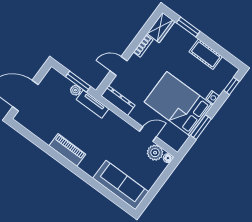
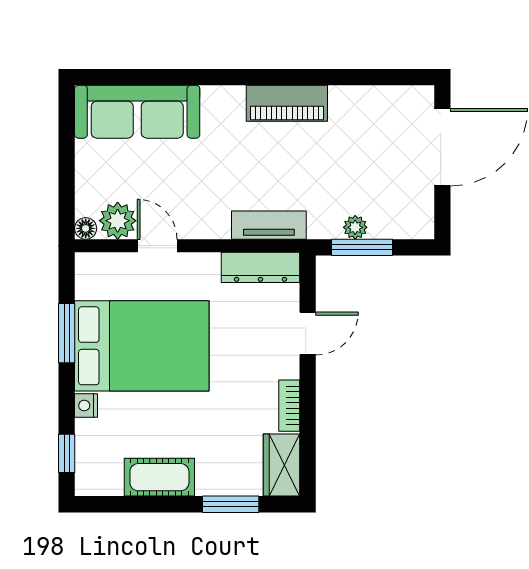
tv unit: (93, 104) -> (269, 225), moved
door: (148, 134) -> (157, 246), swing flipped

